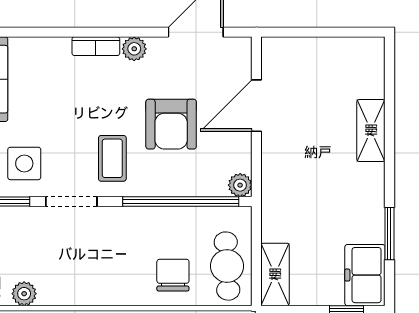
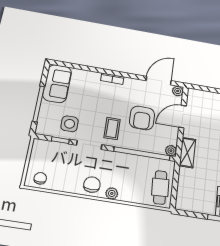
plant: (134, 49) -> (178, 91), moved
shelving: (275, 274) -> (188, 153), moved
chair: (173, 275) -> (92, 185), moved
plant: (24, 294) -> (112, 193), moved

